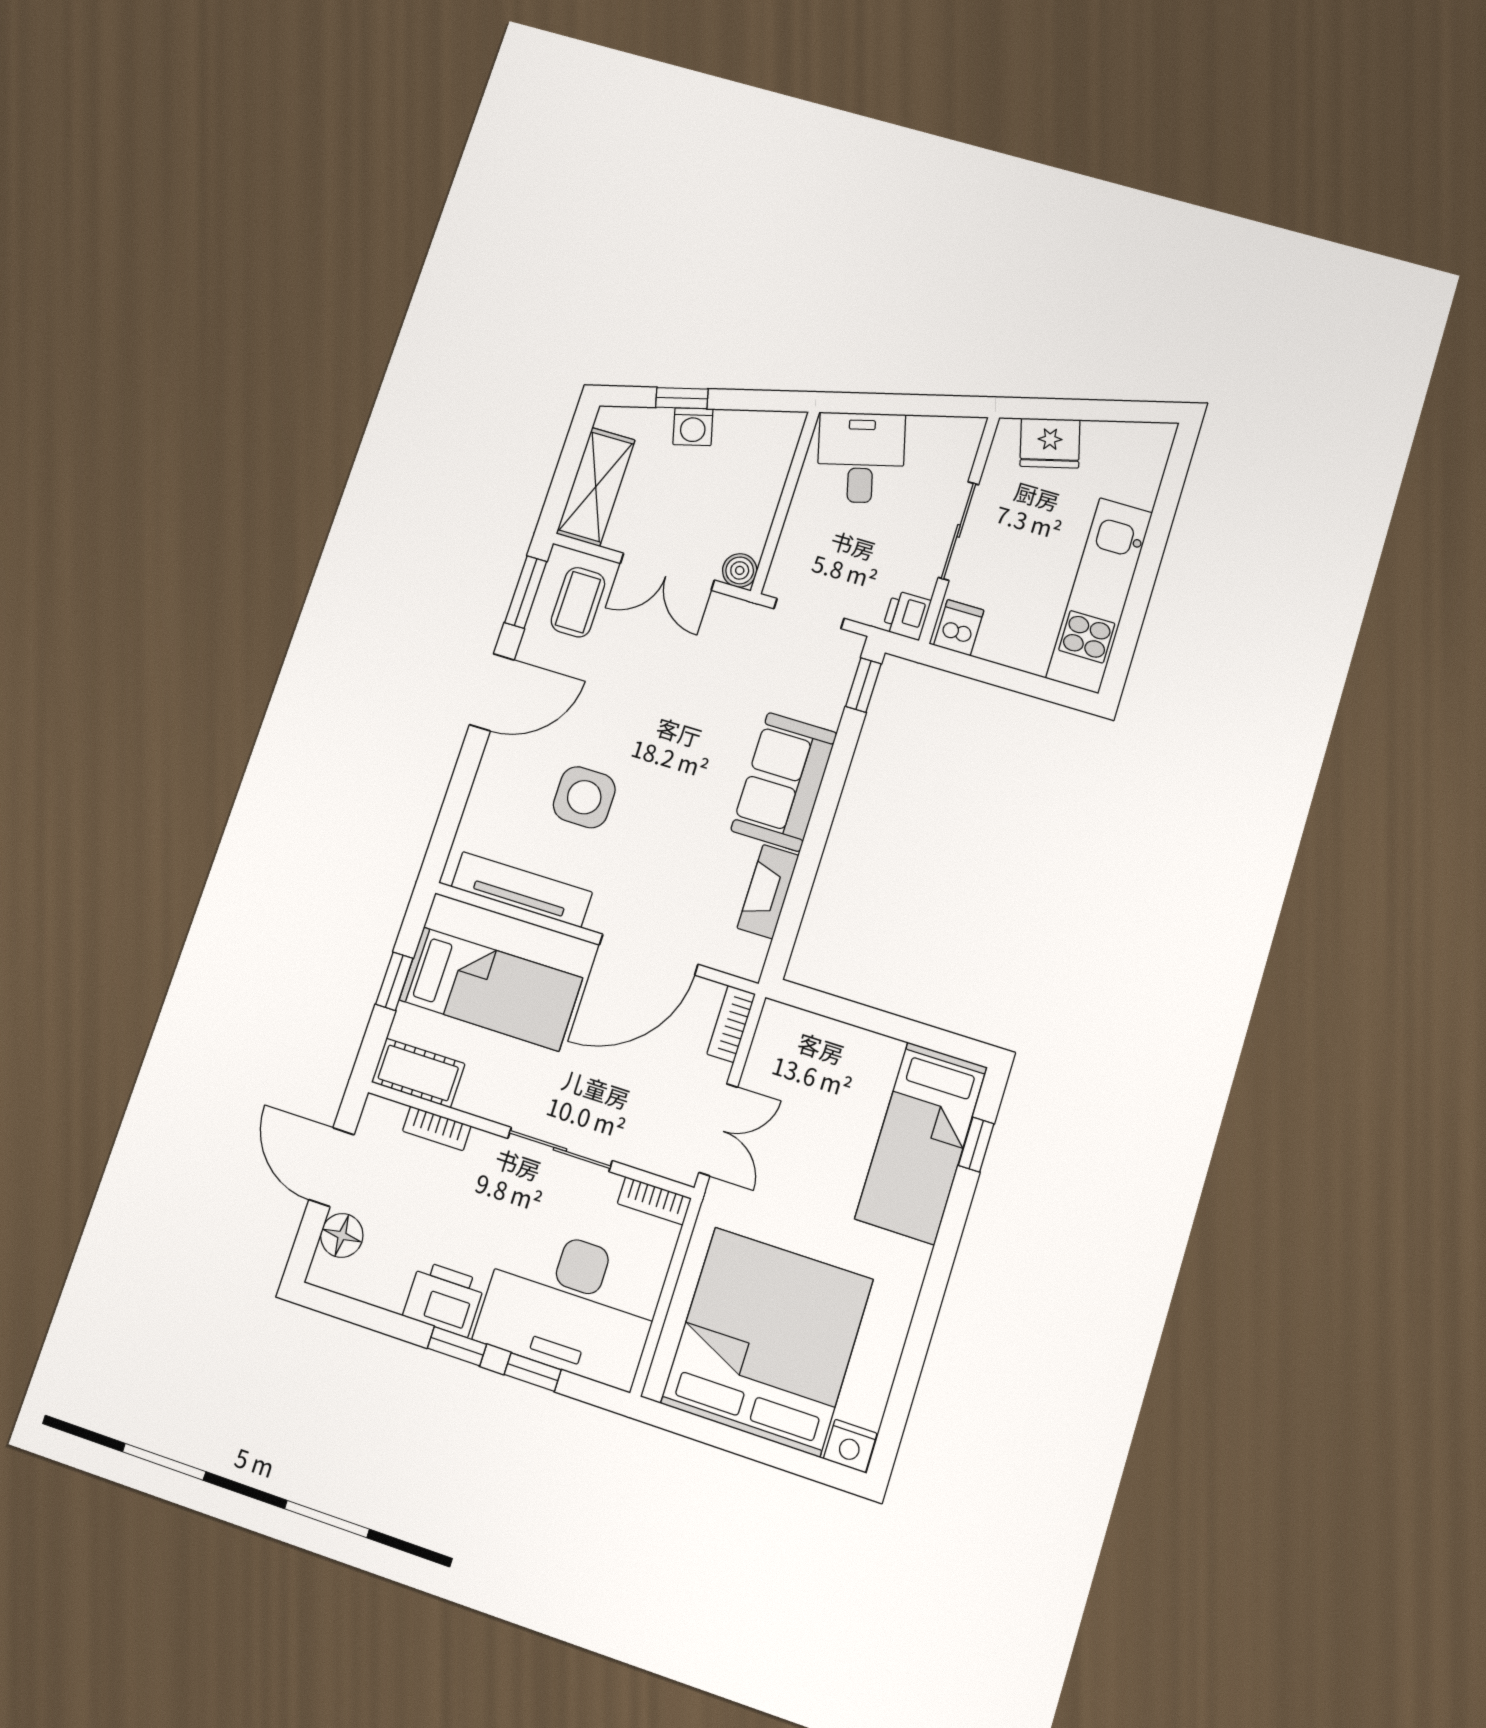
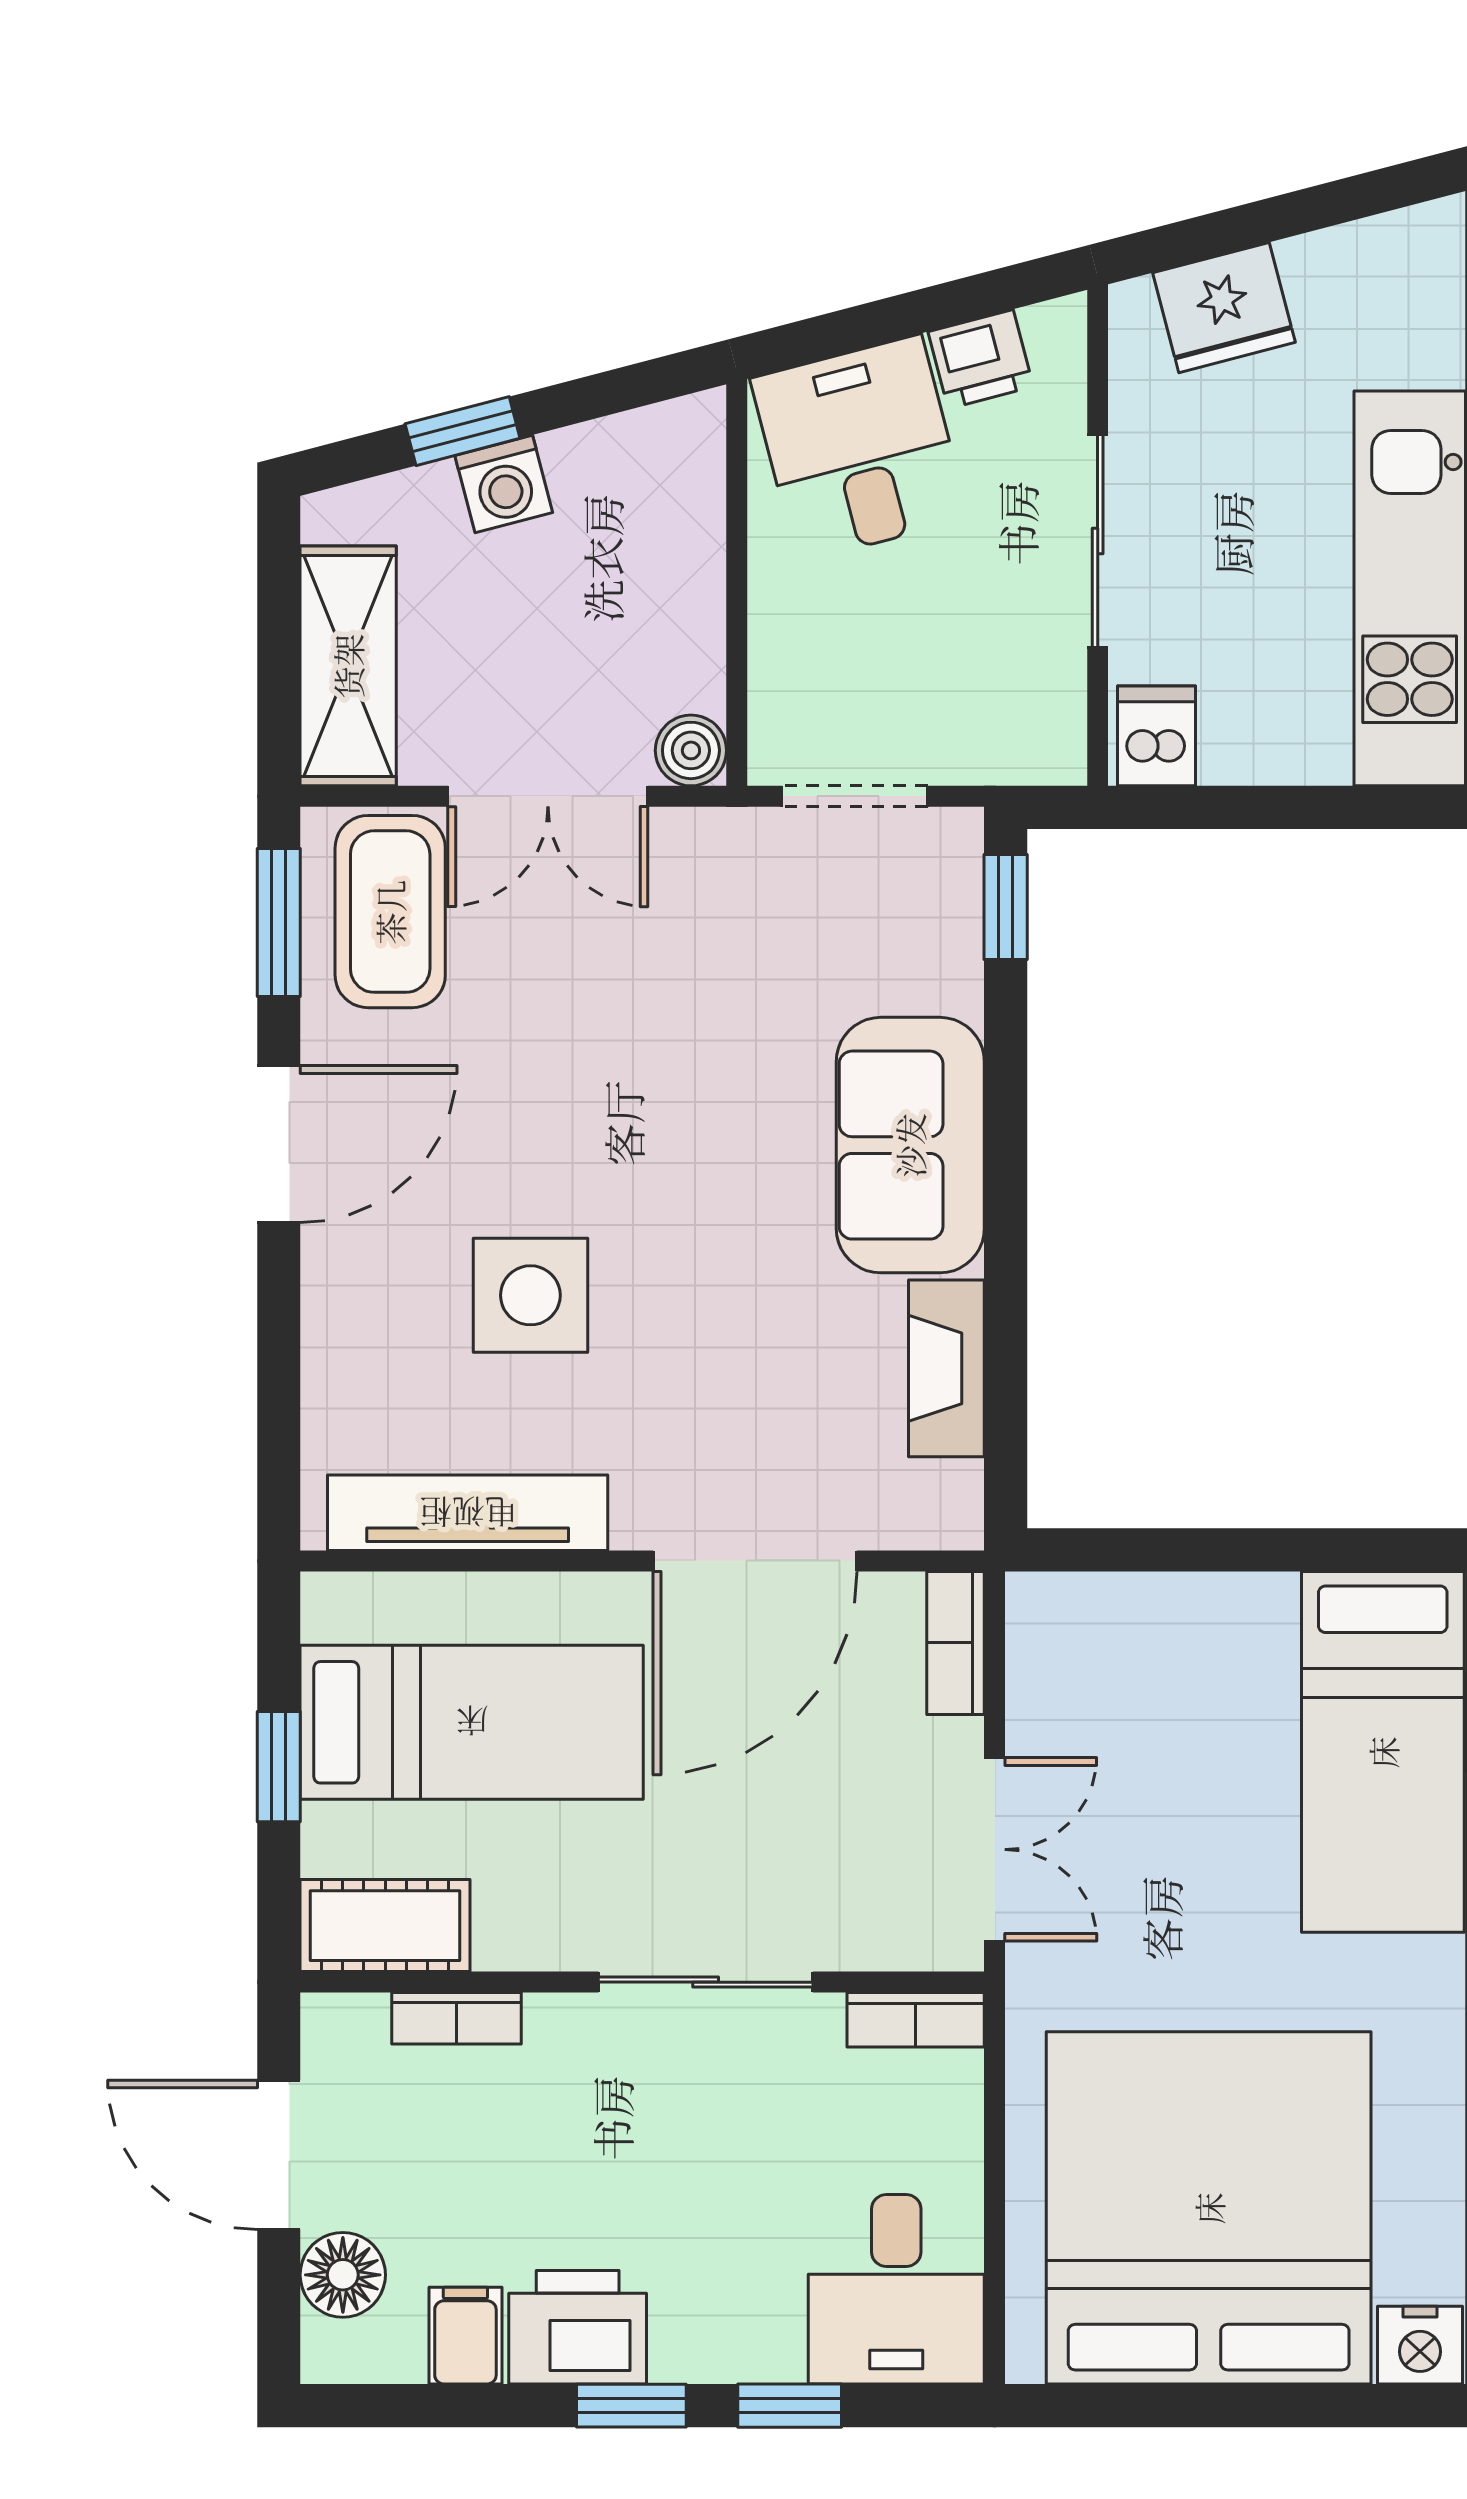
coffee table: (578, 602) -> (390, 912), width x1.36, depth x1.30
printer: (907, 615) -> (981, 359), moved, turned -105
filing cabinet: (390, 1285) -> (465, 2336), added
desk: (570, 1305) -> (896, 2289), width x0.53, depth x0.77

